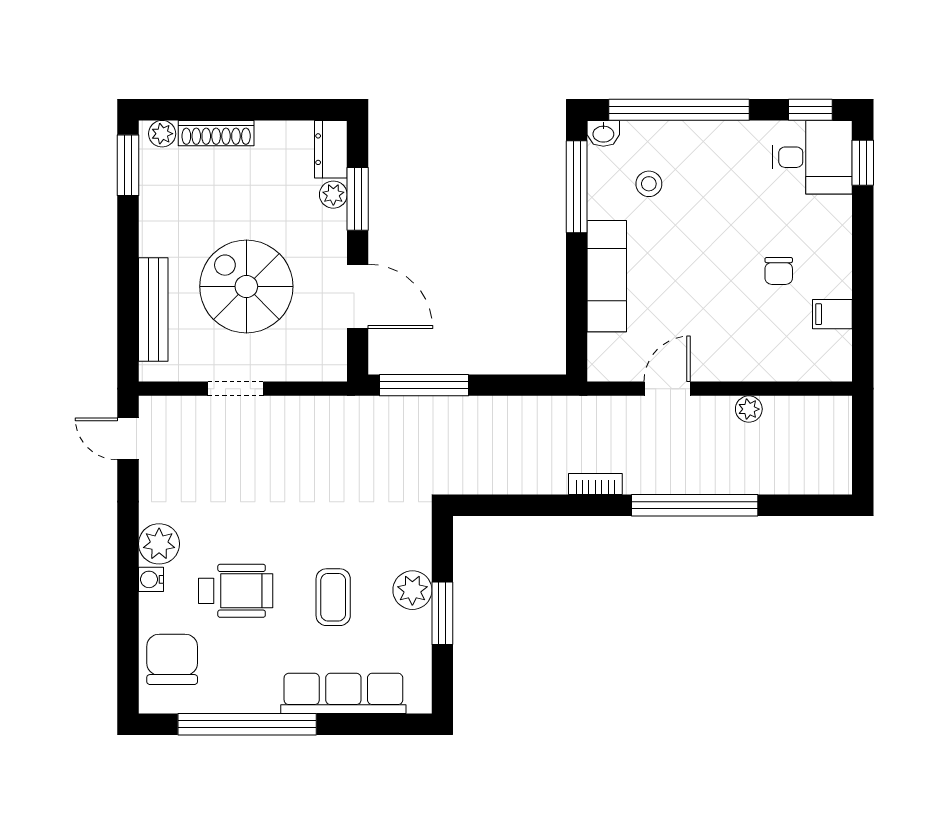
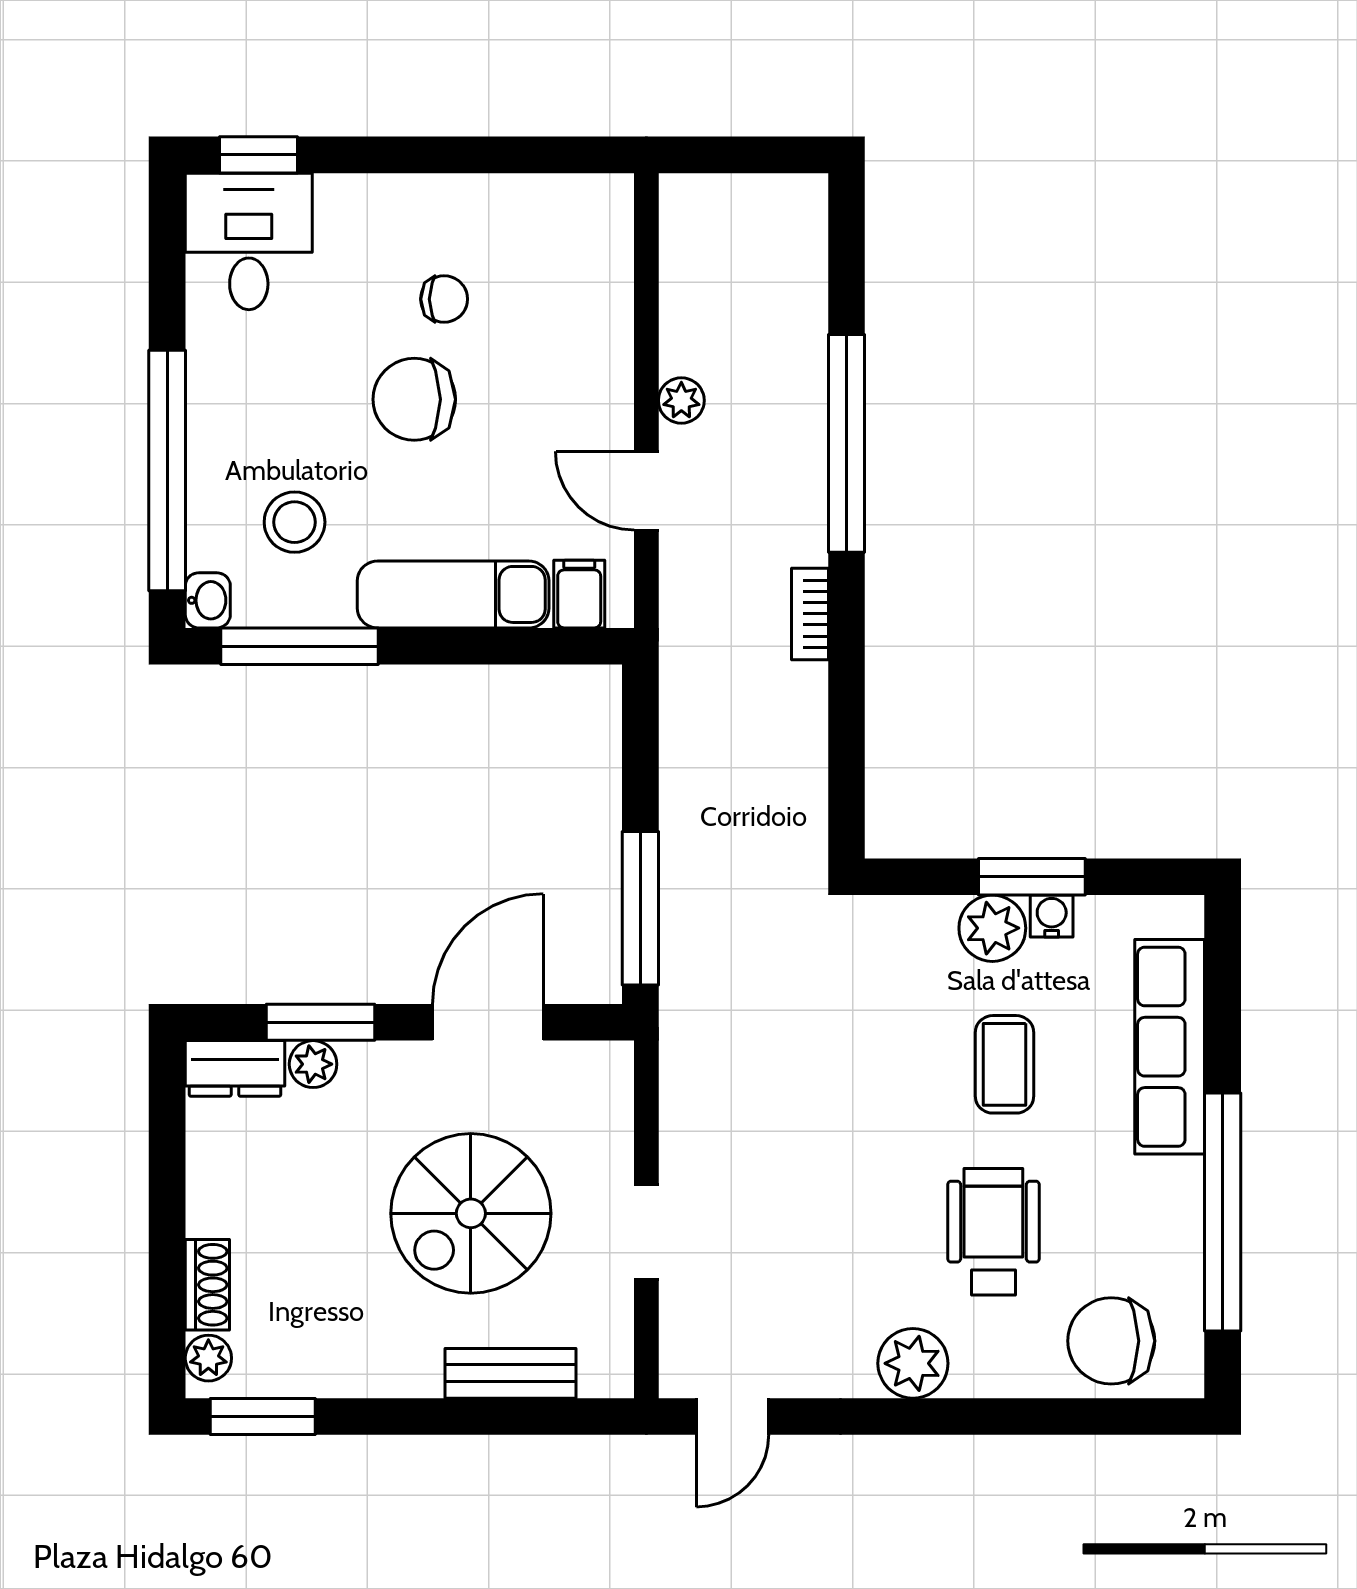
window: (810, 110) -> (167, 245), removed
shoe rack: (216, 133) -> (207, 1285), width x0.70
stool: (649, 184) -> (295, 522), width x1.37, depth x1.37
chair: (720, 254) -> (414, 399), added
bench: (153, 310) -> (510, 1373), width x0.73
filing cabinet: (832, 314) -> (579, 594), moved, turned 180
plant: (749, 409) -> (681, 400), moved
water cooler: (151, 579) -> (1052, 916), moved, turned 180
coffee table: (333, 597) -> (1004, 1064), turned 90

